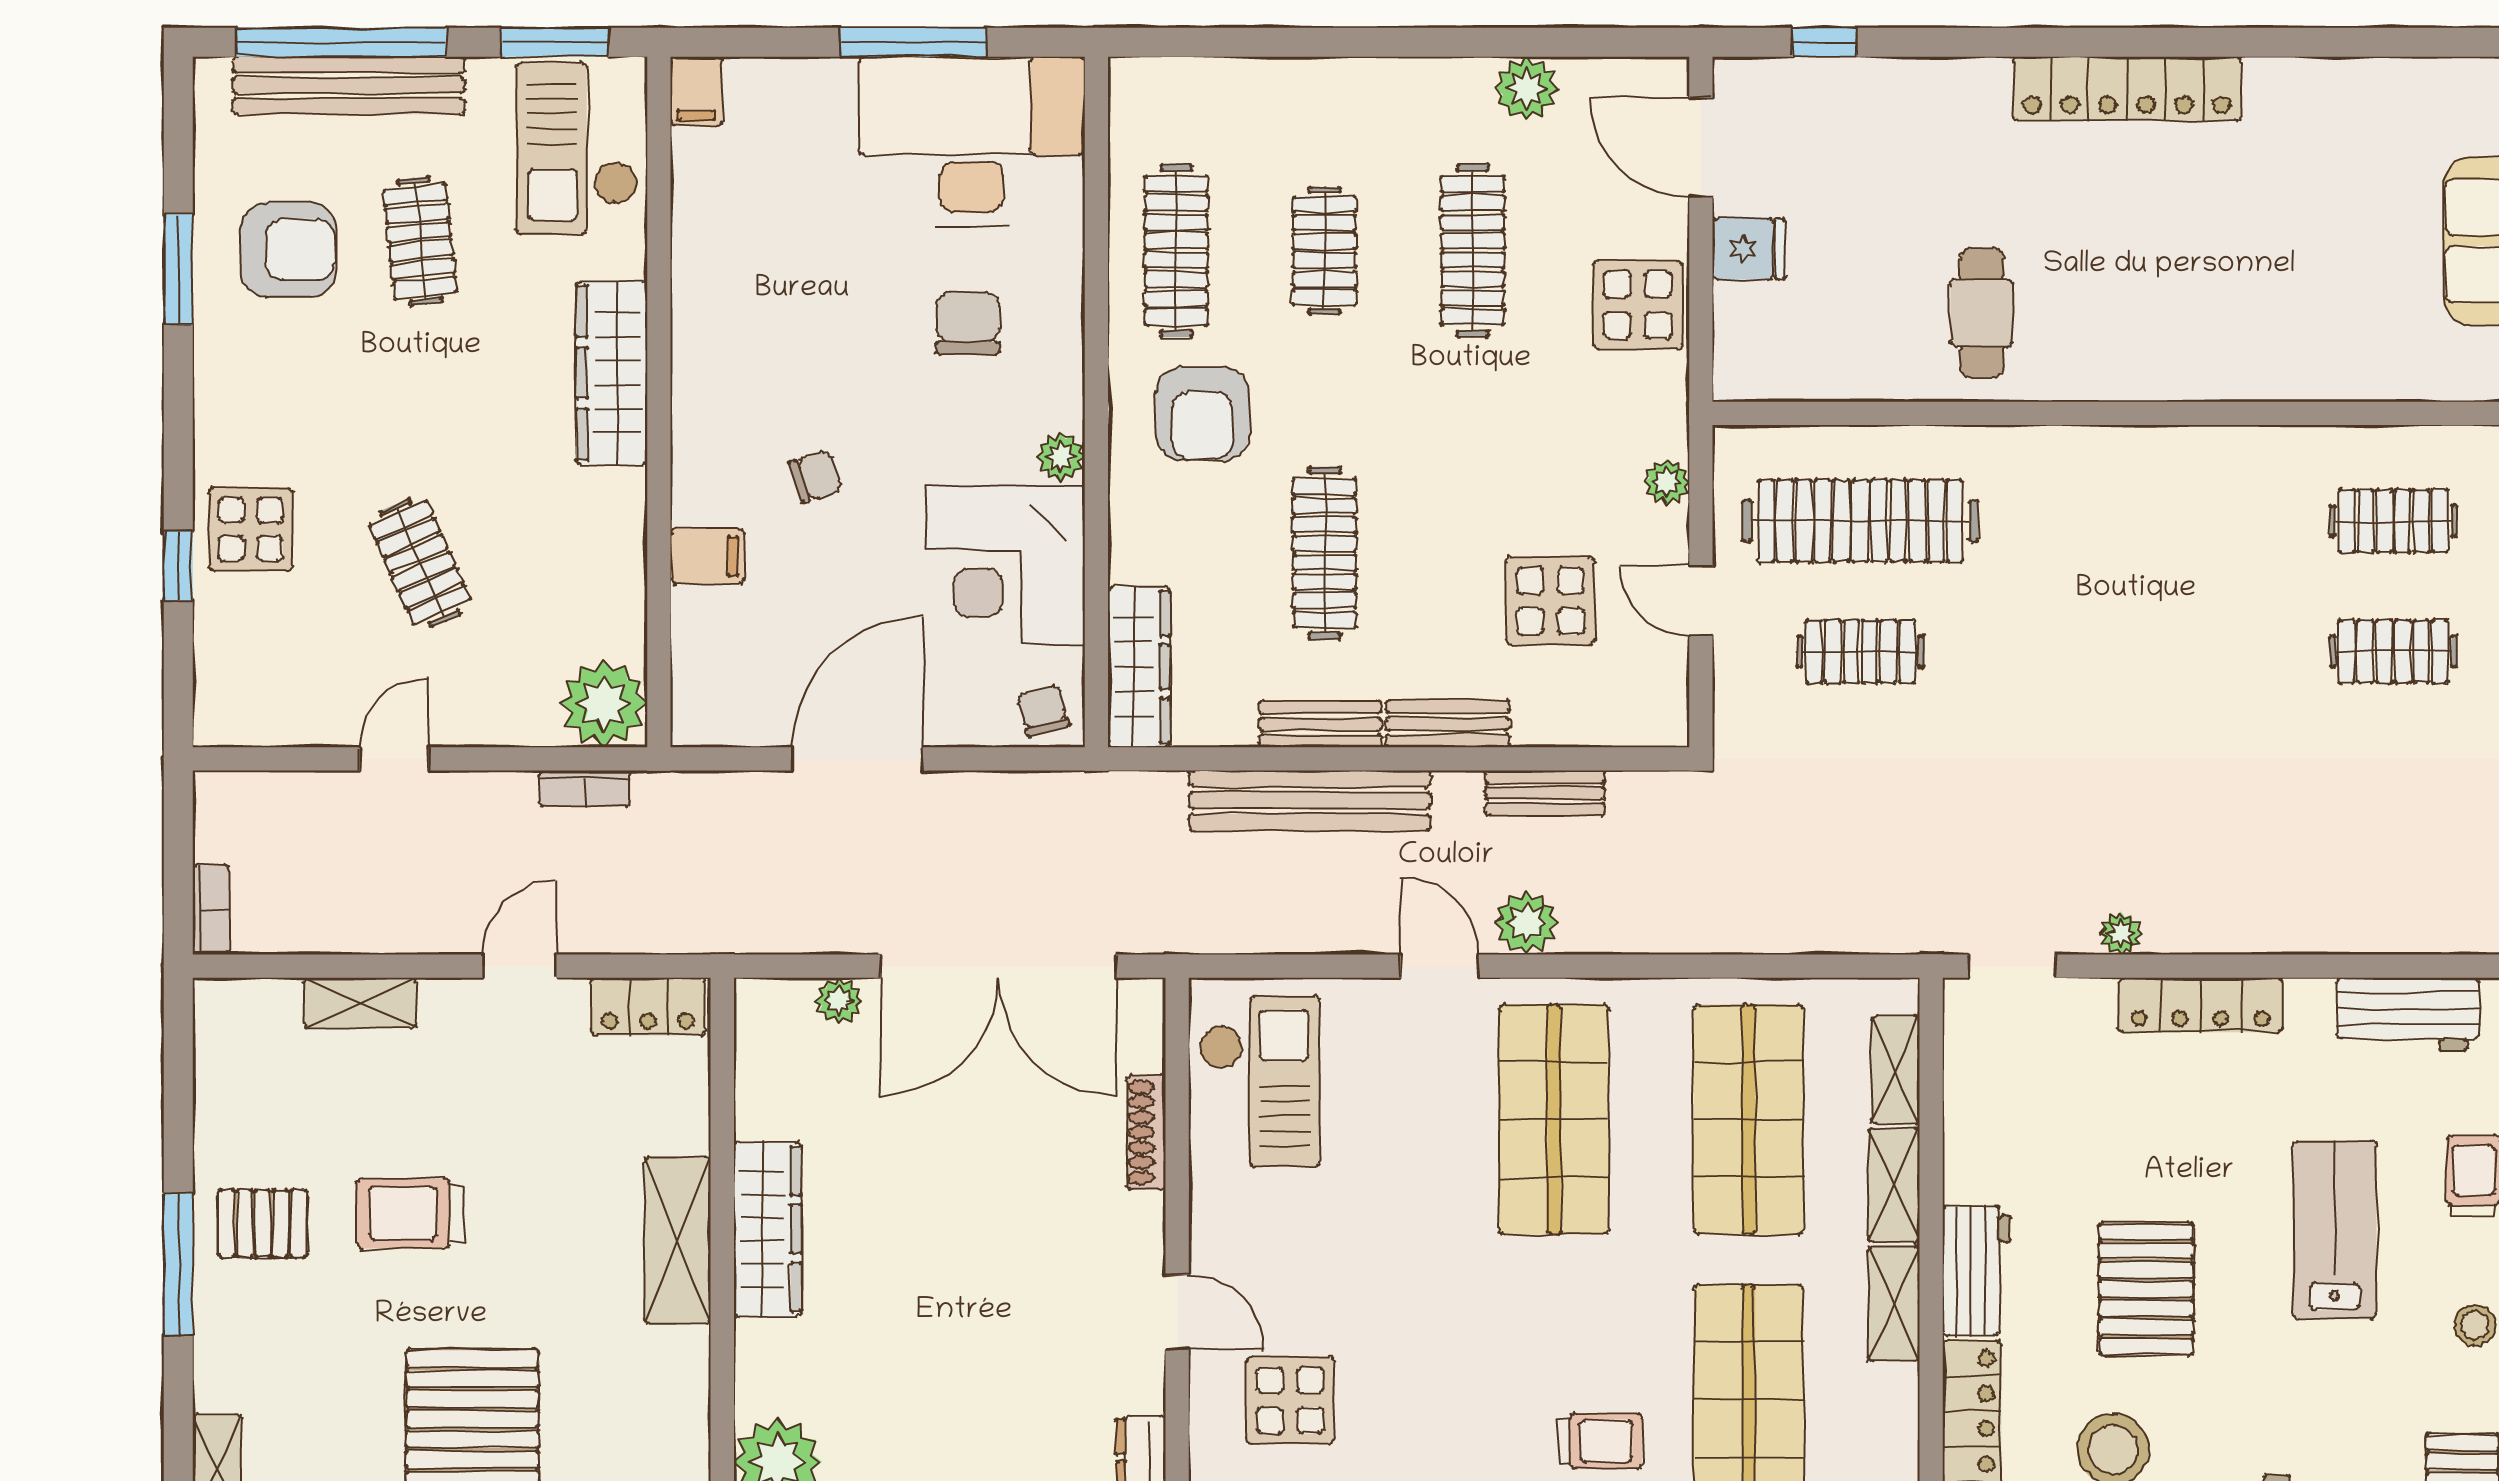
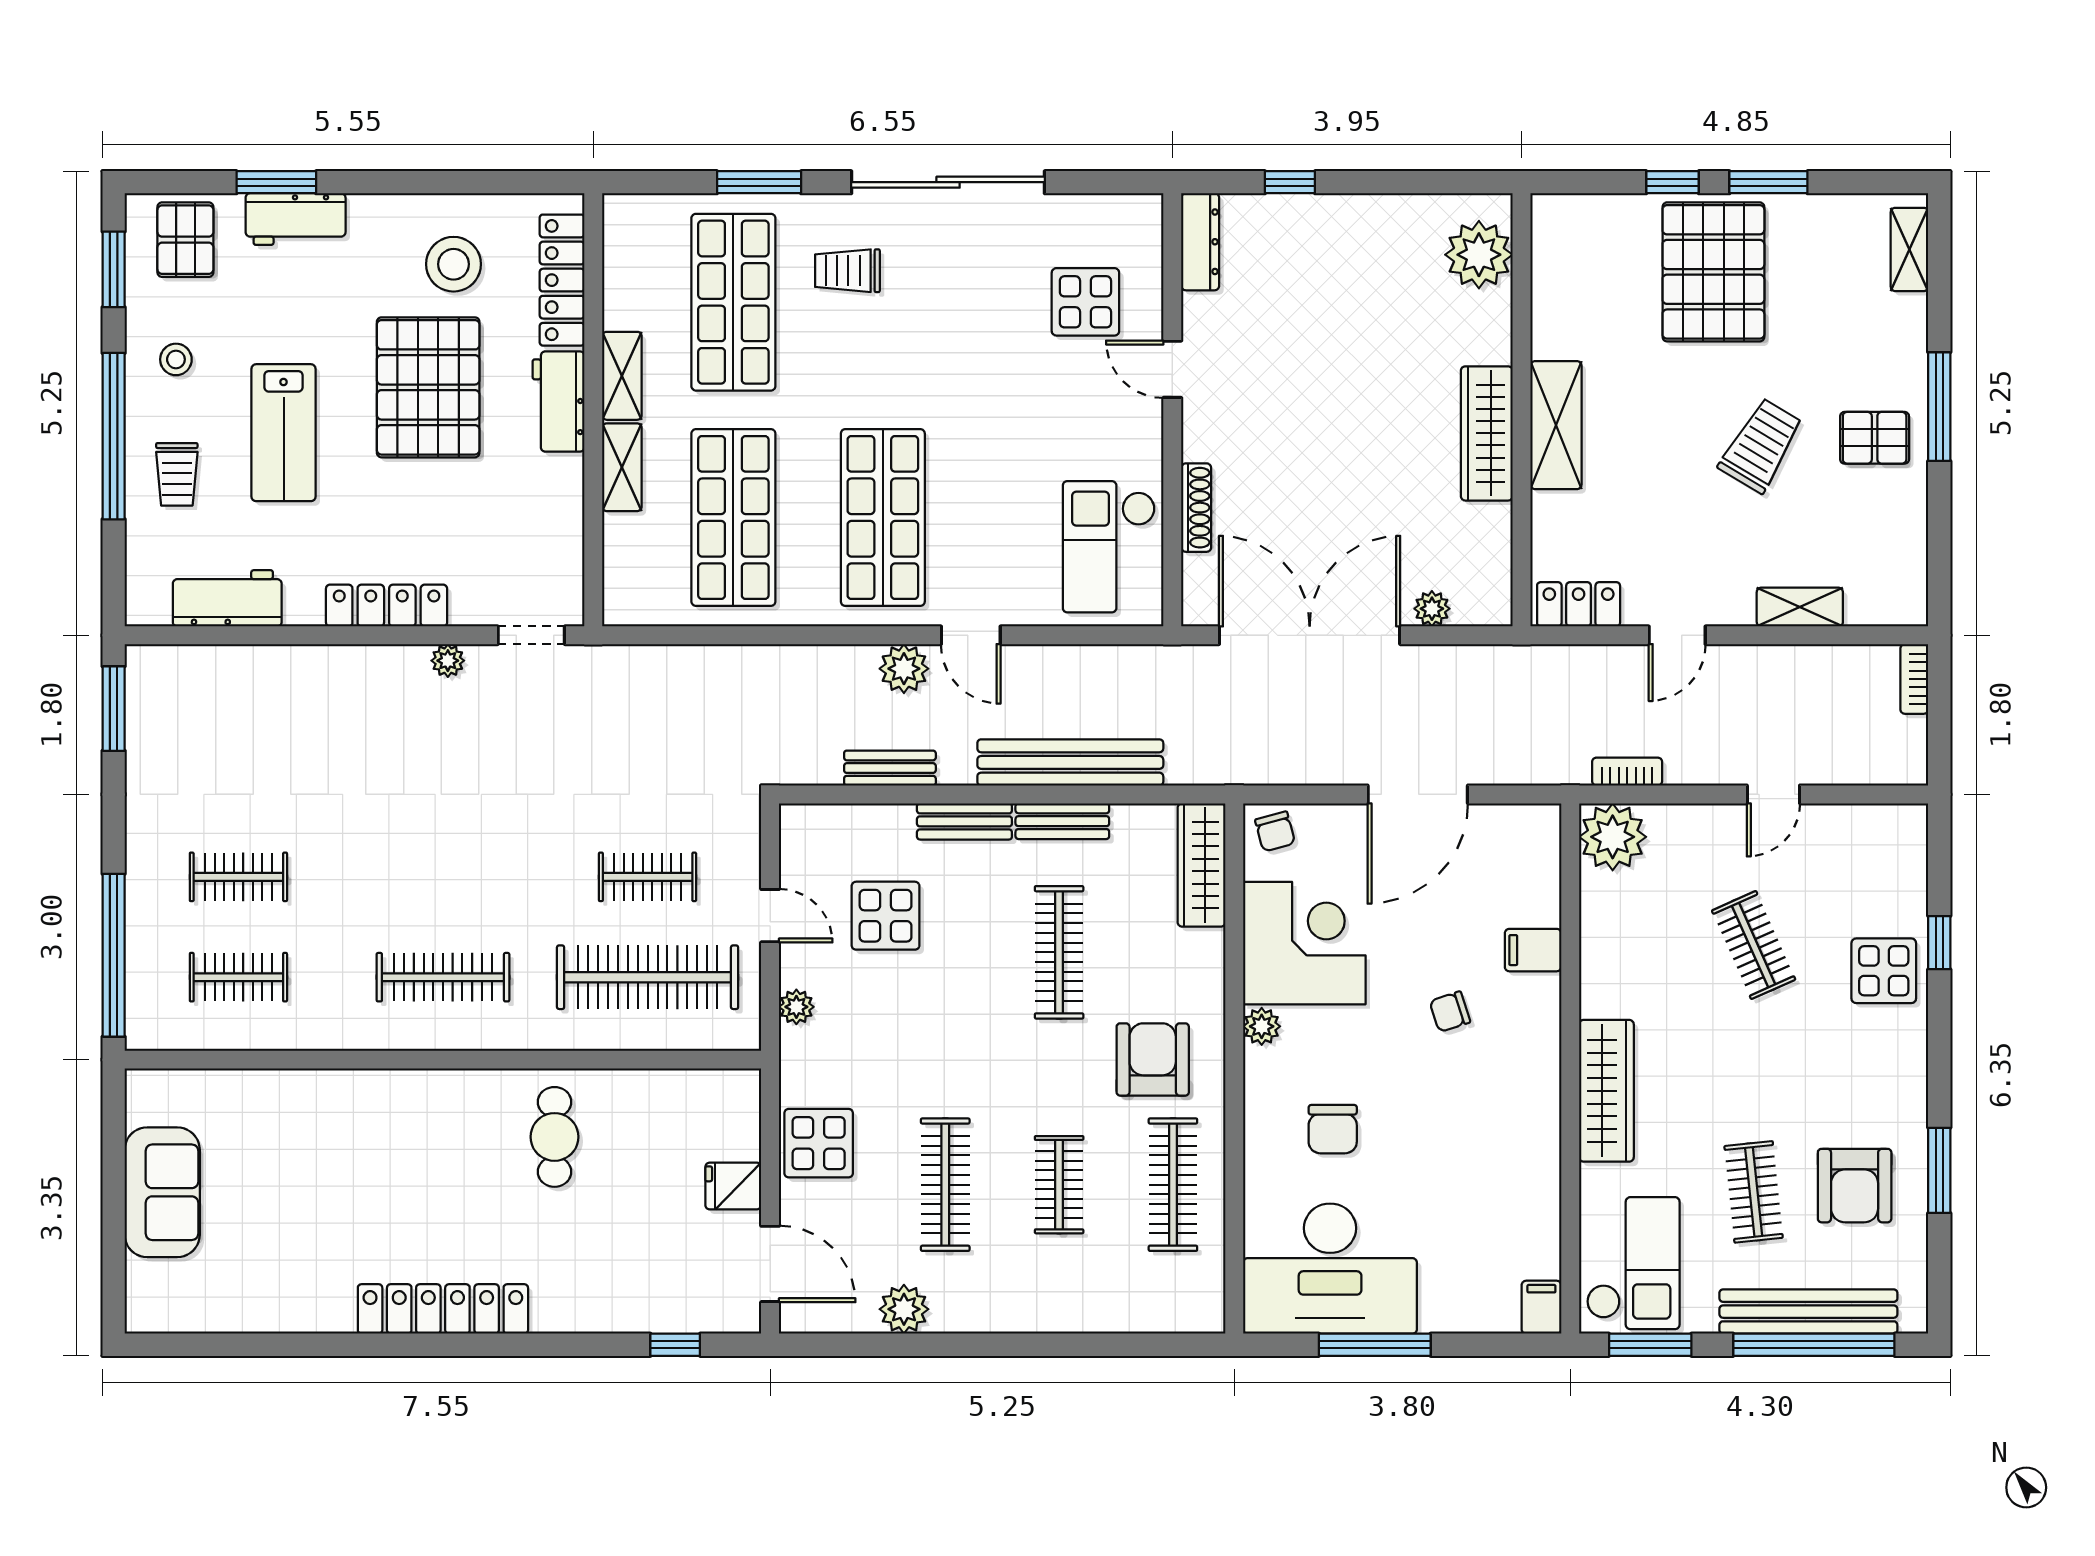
armchair: (289, 249) -> (1855, 1186), turned -90
clothes rail: (2127, 521) -> (443, 977), added
shelving: (1895, 1069) -> (621, 556), removed
trolley: (411, 1213) -> (1761, 445), turned -59
pallet: (2146, 1289) -> (428, 387), width x1.37, depth x1.41

